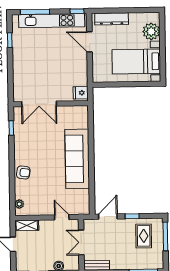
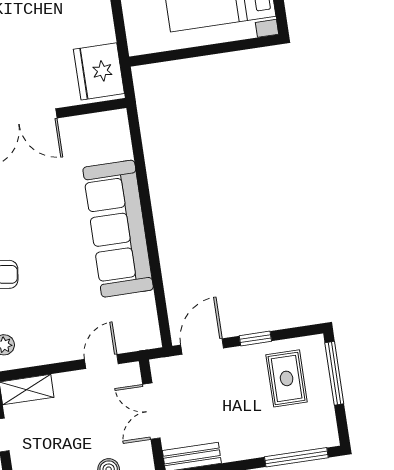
fridge: (81, 93) -> (99, 71), width x1.88, depth x1.34
door: (62, 217) -> (101, 362), hinge flipped

